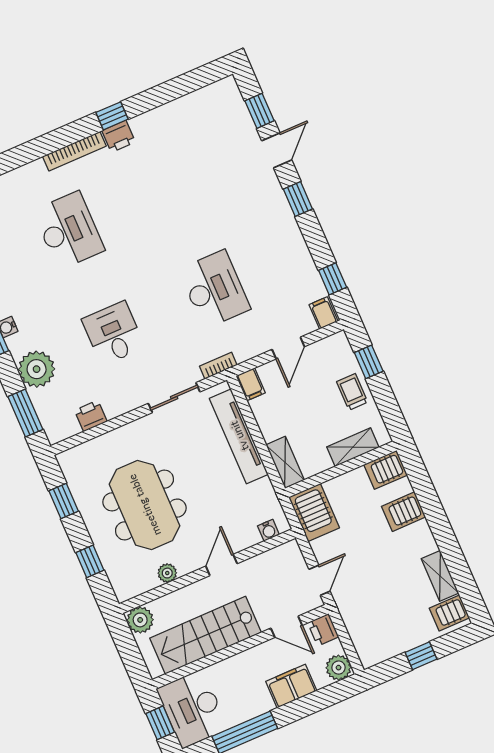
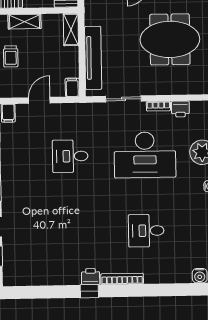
desk: (69, 231) -> (146, 231), width x0.73
desk: (214, 289) -> (70, 156), width x0.73
desk: (113, 333) -> (145, 155), width x1.87, depth x1.30
bookcase: (218, 366) -> (158, 106), moved
meeting table: (144, 505) -> (170, 39), turned 90

